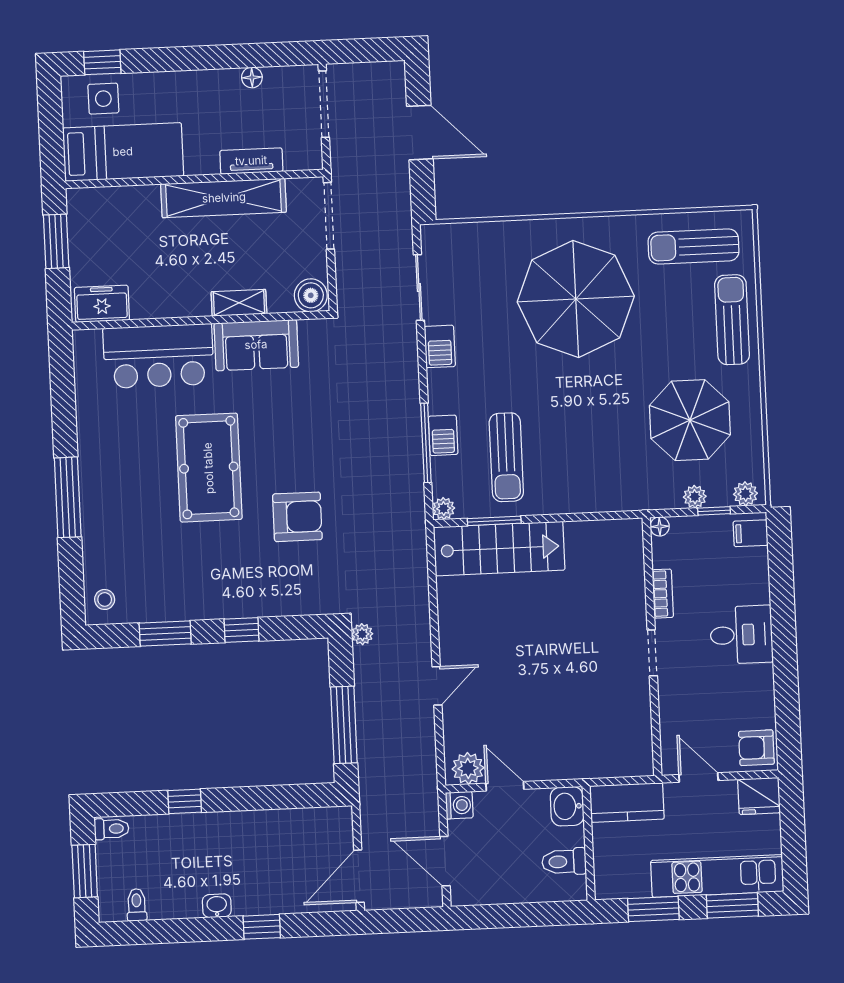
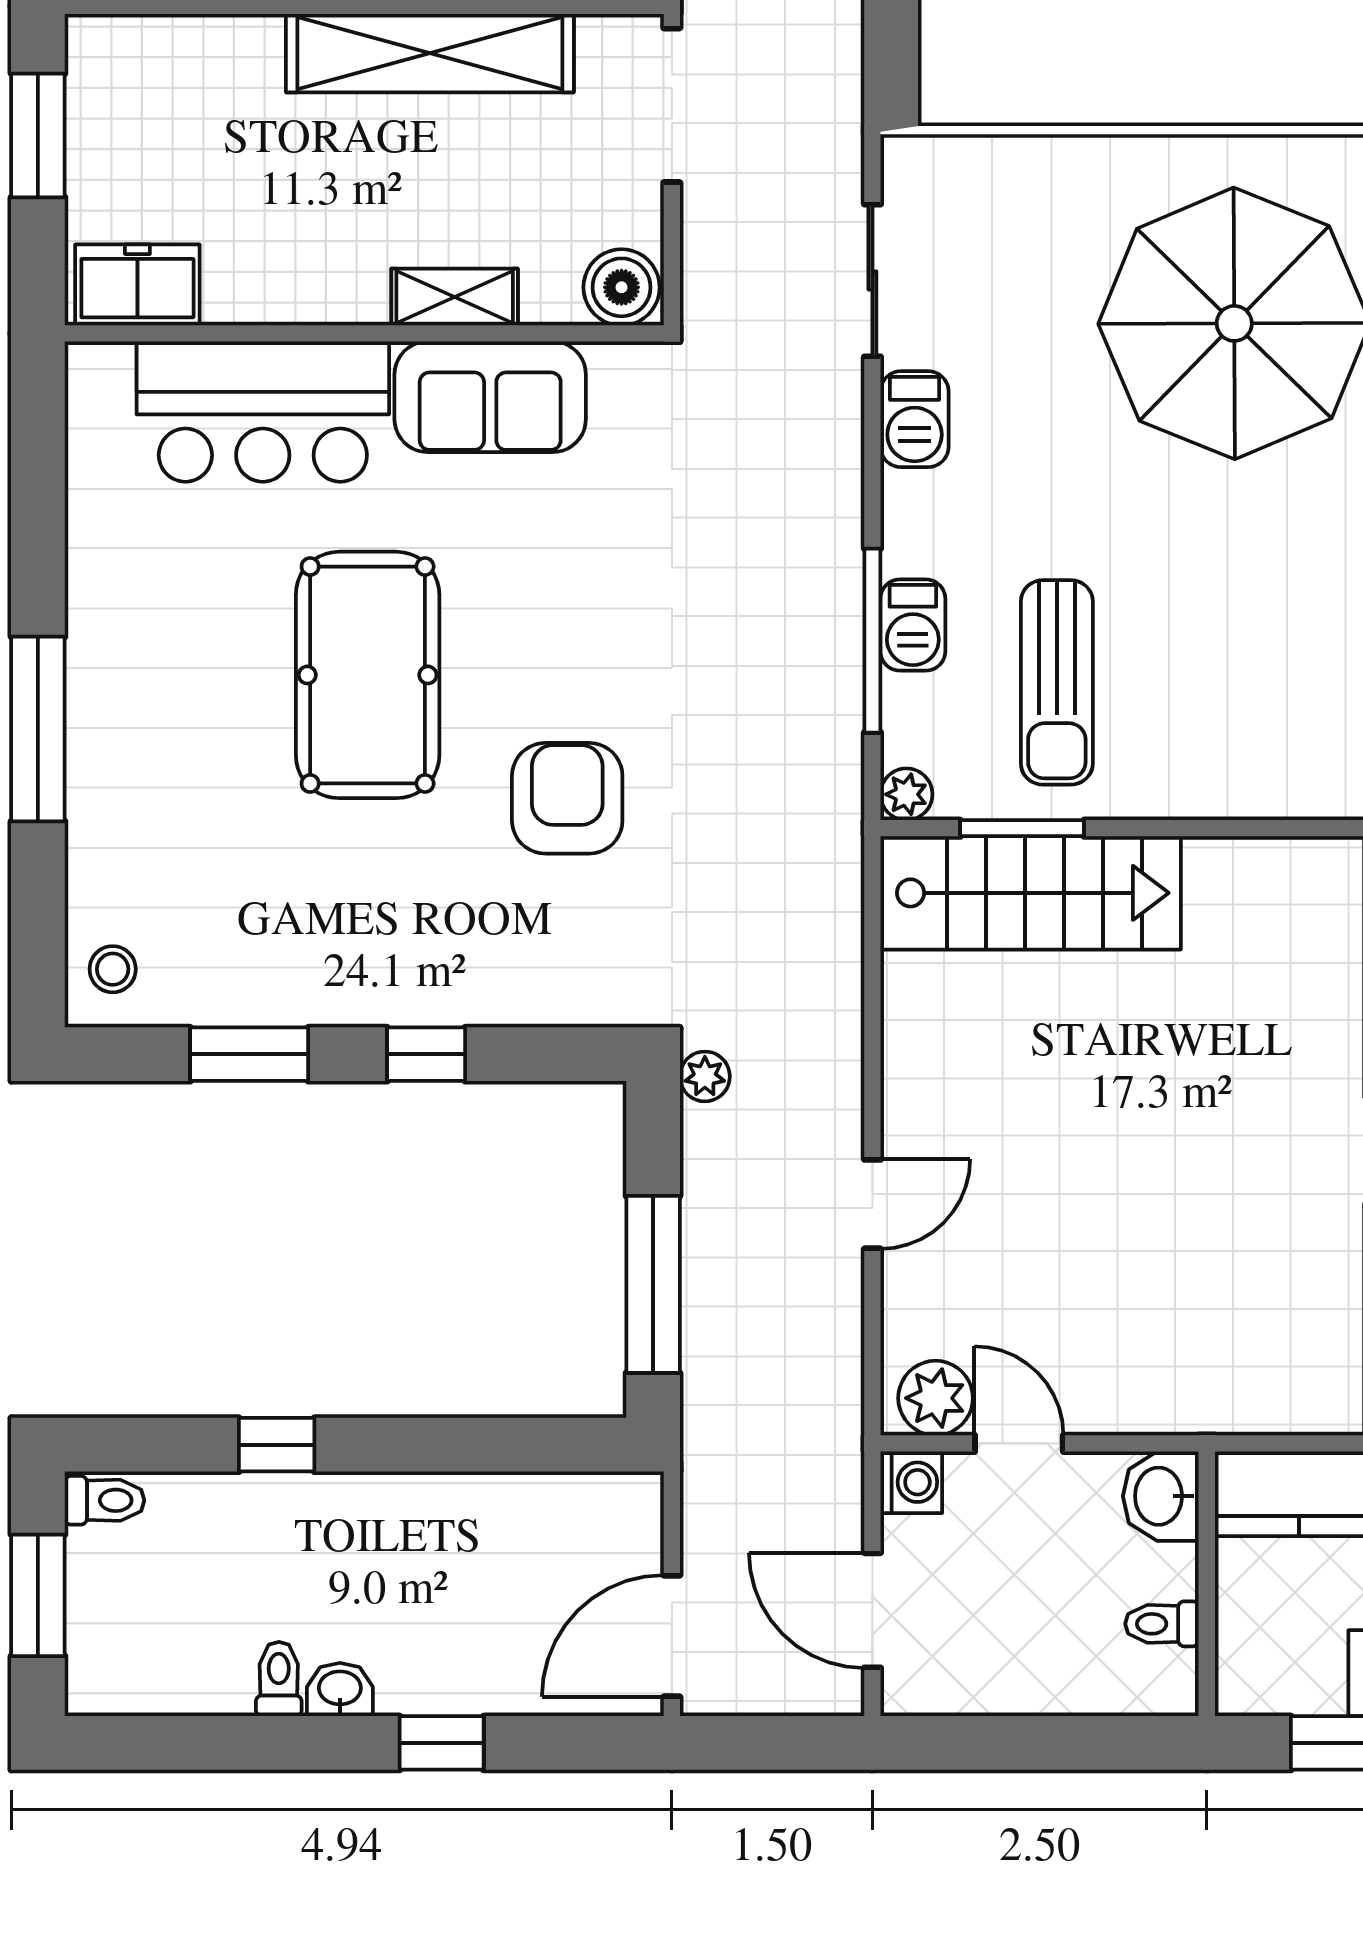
armchair: (297, 517) -> (567, 798), turned -90
toilet: (564, 862) -> (1162, 1624), width x0.73, depth x0.72
toilet: (137, 905) -> (279, 1679), moved

